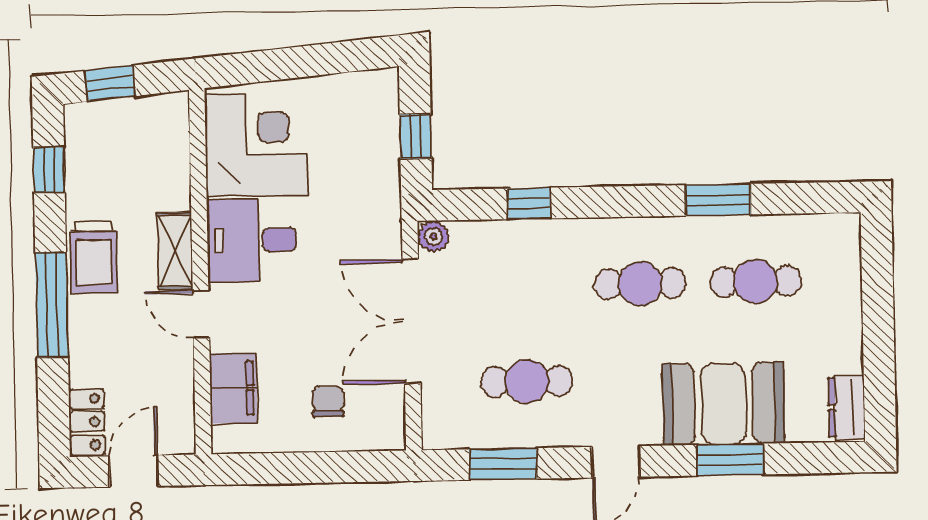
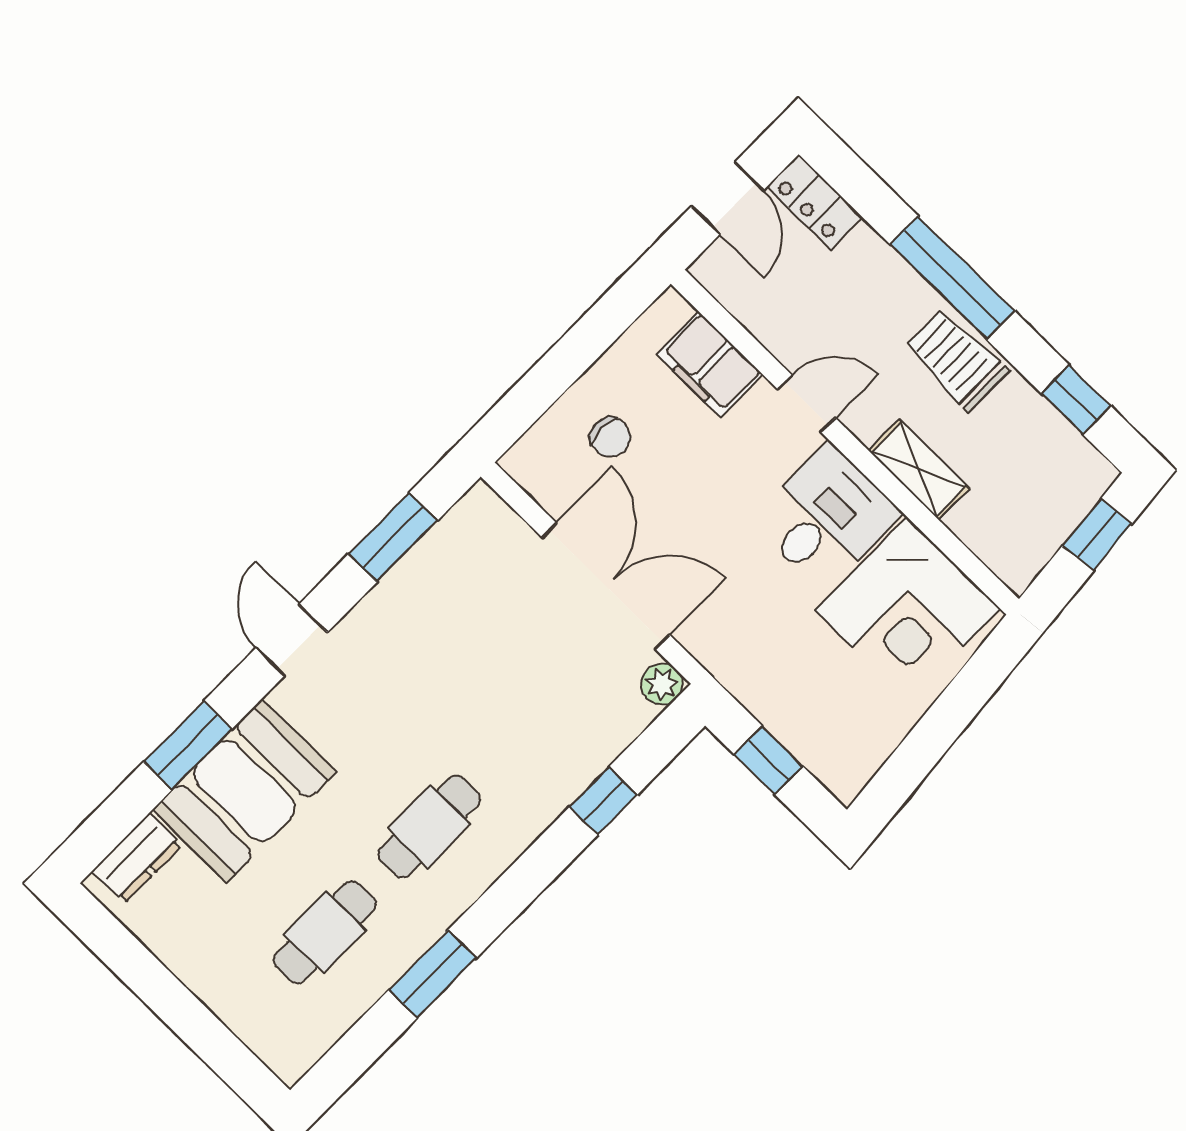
shelving: (175, 251) -> (919, 470), moved
cafe table: (527, 381) -> (446, 634), removed
dresser: (846, 407) -> (137, 858), moved, turned 90

